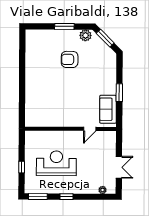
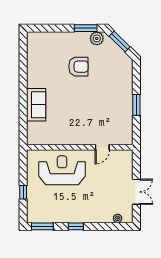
window: (64, 26) -> (86, 28), moved
armchair: (70, 59) -> (78, 67), turned 180
sofa: (108, 109) -> (36, 105), moved, turned 180
reception desk: (56, 163) -> (62, 170), moved

